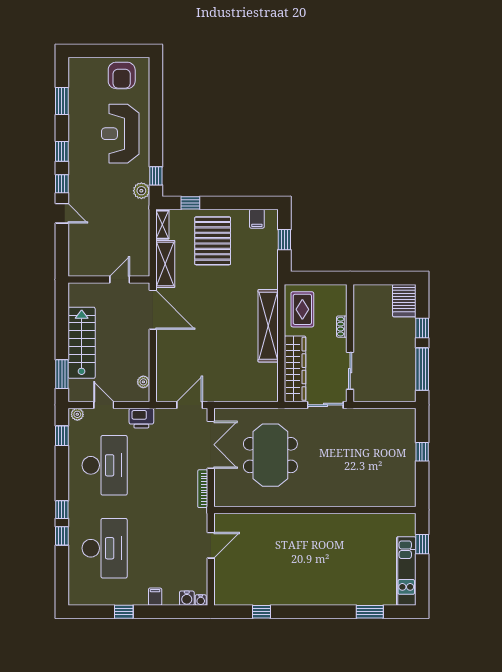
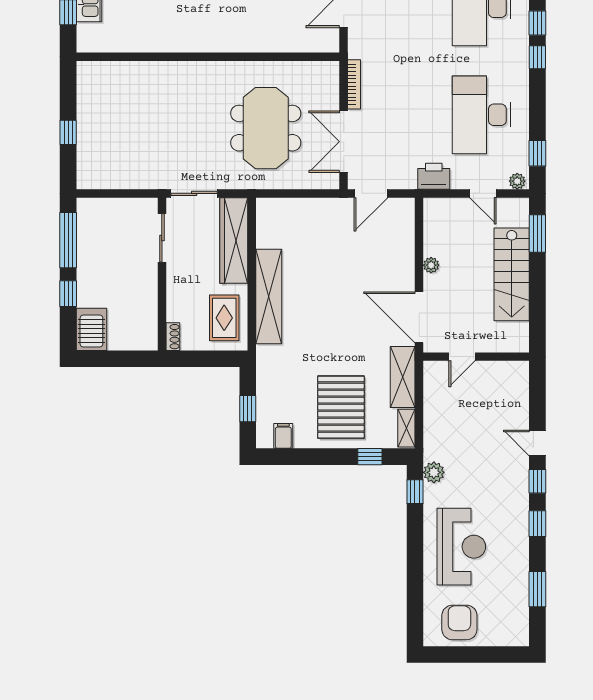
shoe rack: (342, 327) -> (173, 337), moved
plant: (143, 382) -> (431, 265), moved

